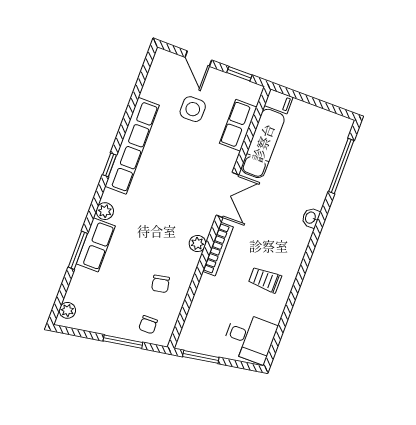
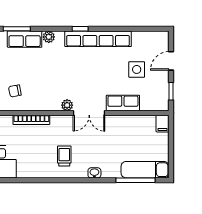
row of seats: (238, 125) -> (123, 103), moved
exam couch: (263, 143) -> (145, 170), moved, turned 180
plant: (197, 244) -> (67, 105), moved
bookcase: (218, 249) -> (31, 120), moved
trolley: (265, 280) -> (64, 156), moved

